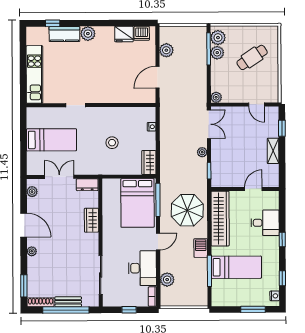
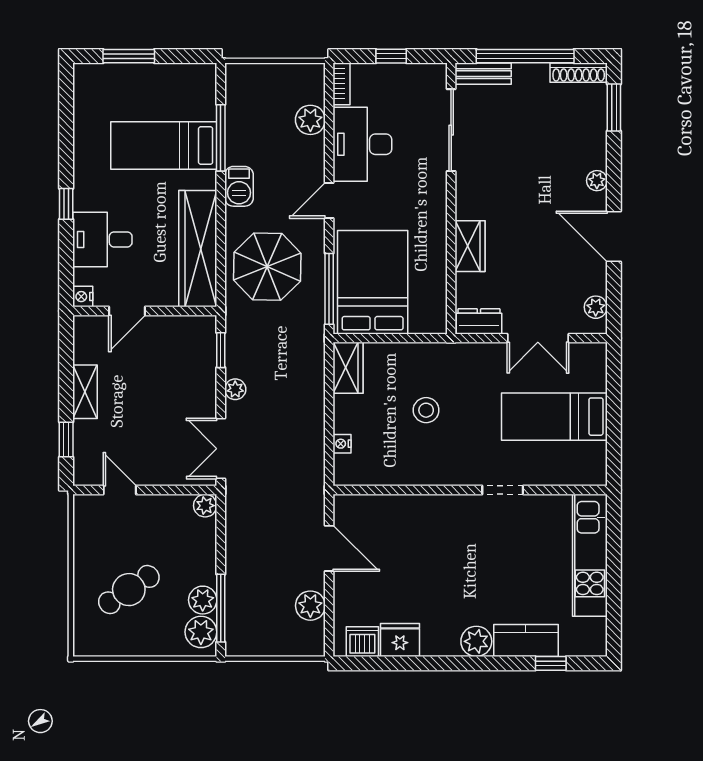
door: (158, 77) -> (329, 548), hinge flipped
window: (282, 278) -> (66, 122), removed
nightstand: (275, 296) -> (83, 297), moved
bench: (68, 302) -> (483, 74), moved

